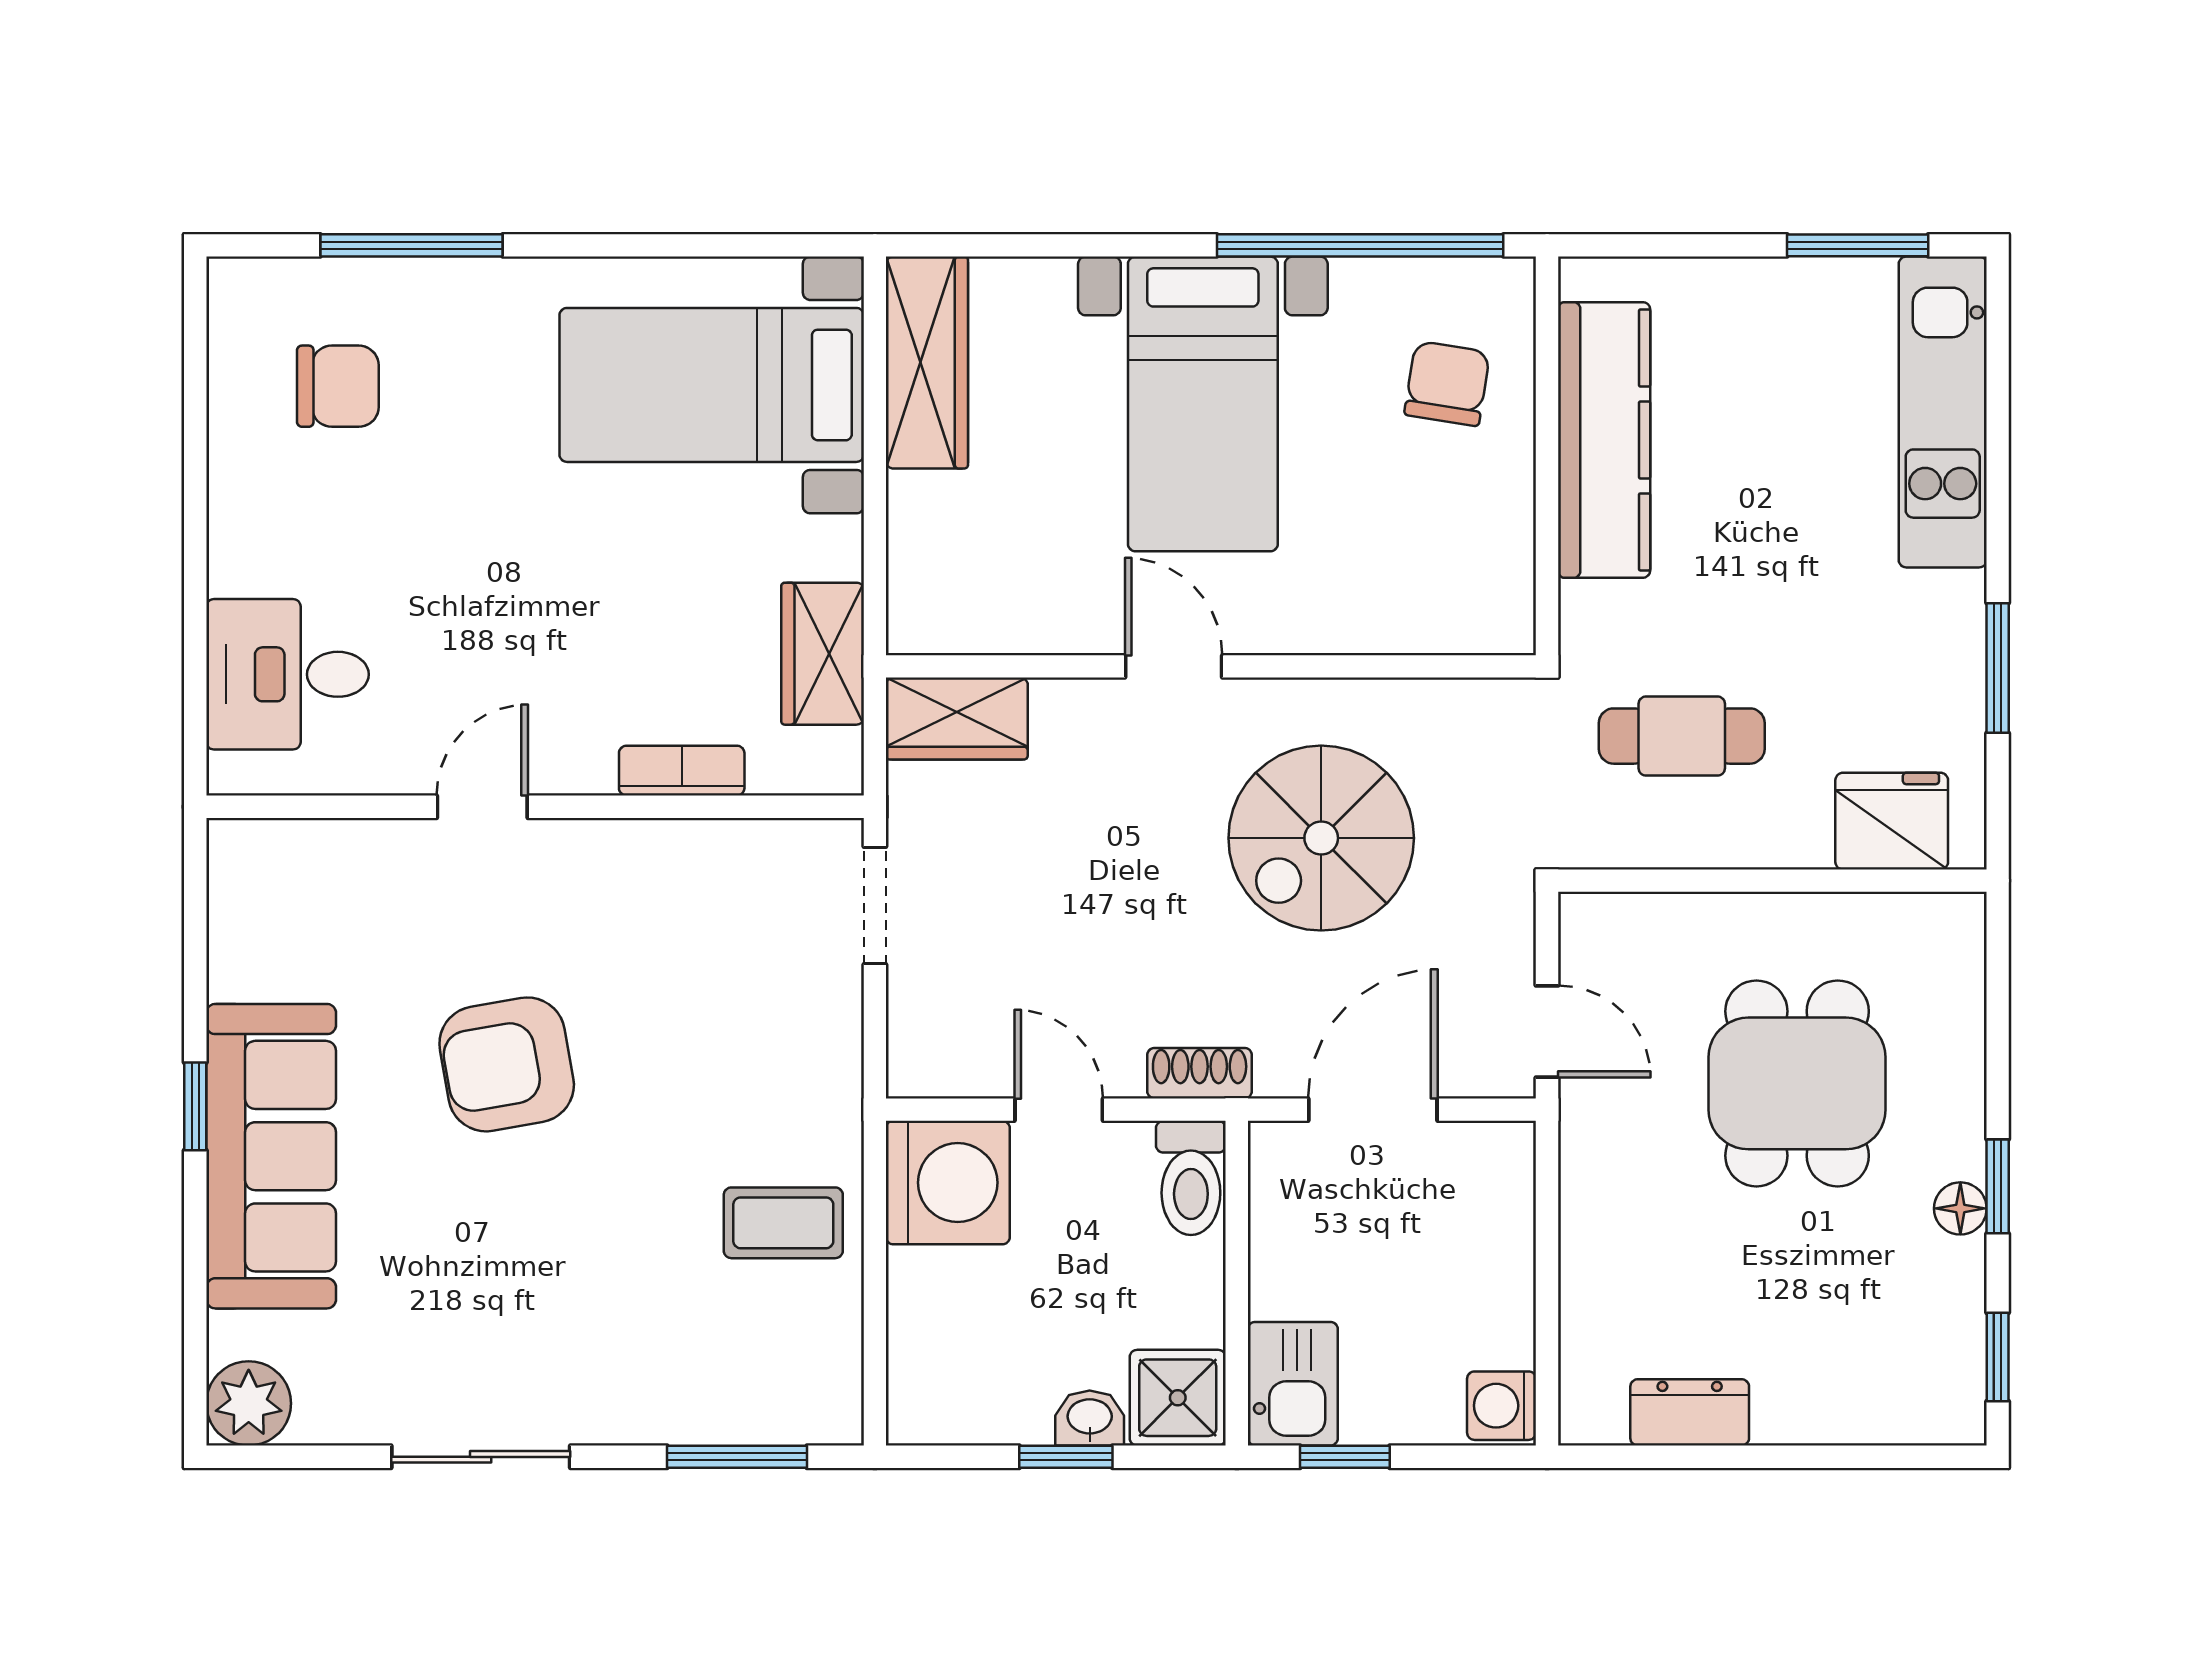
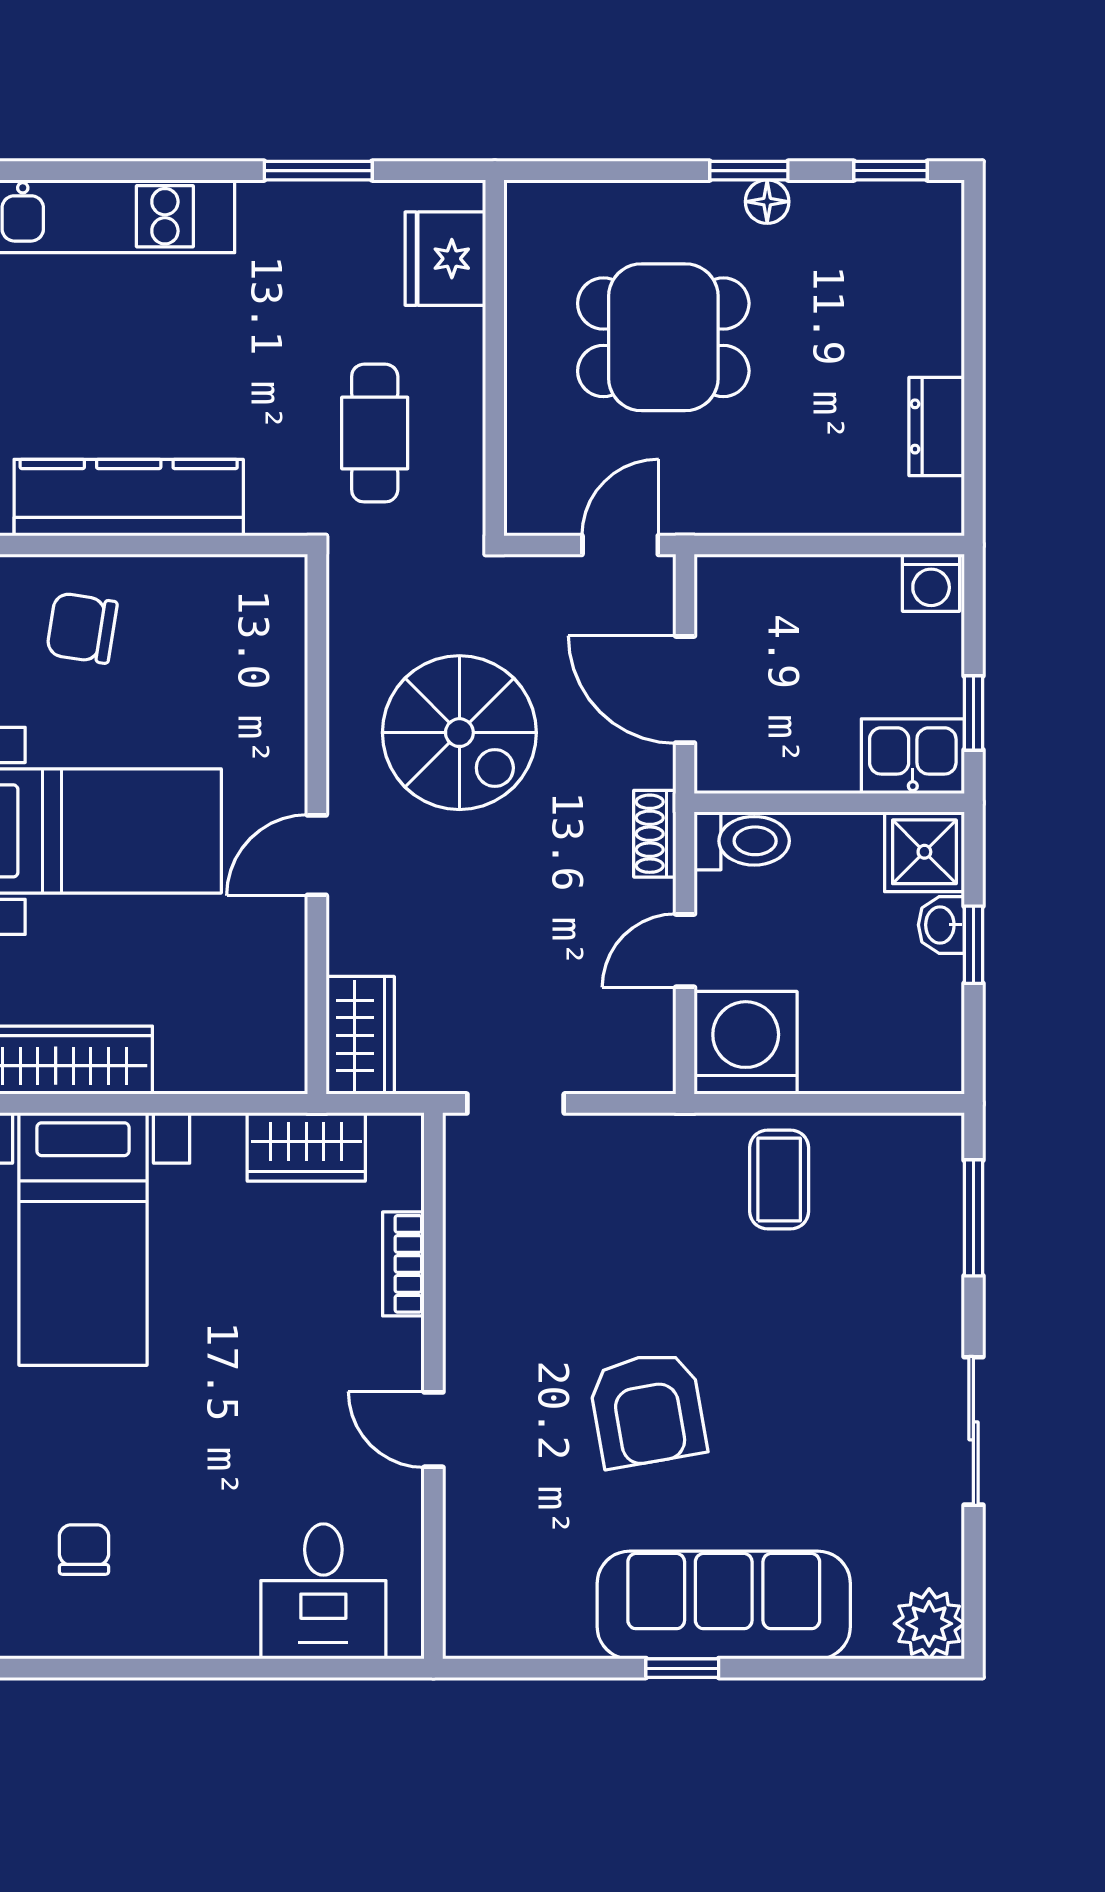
chair: (338, 386) -> (84, 1550), width x0.73, depth x0.73

